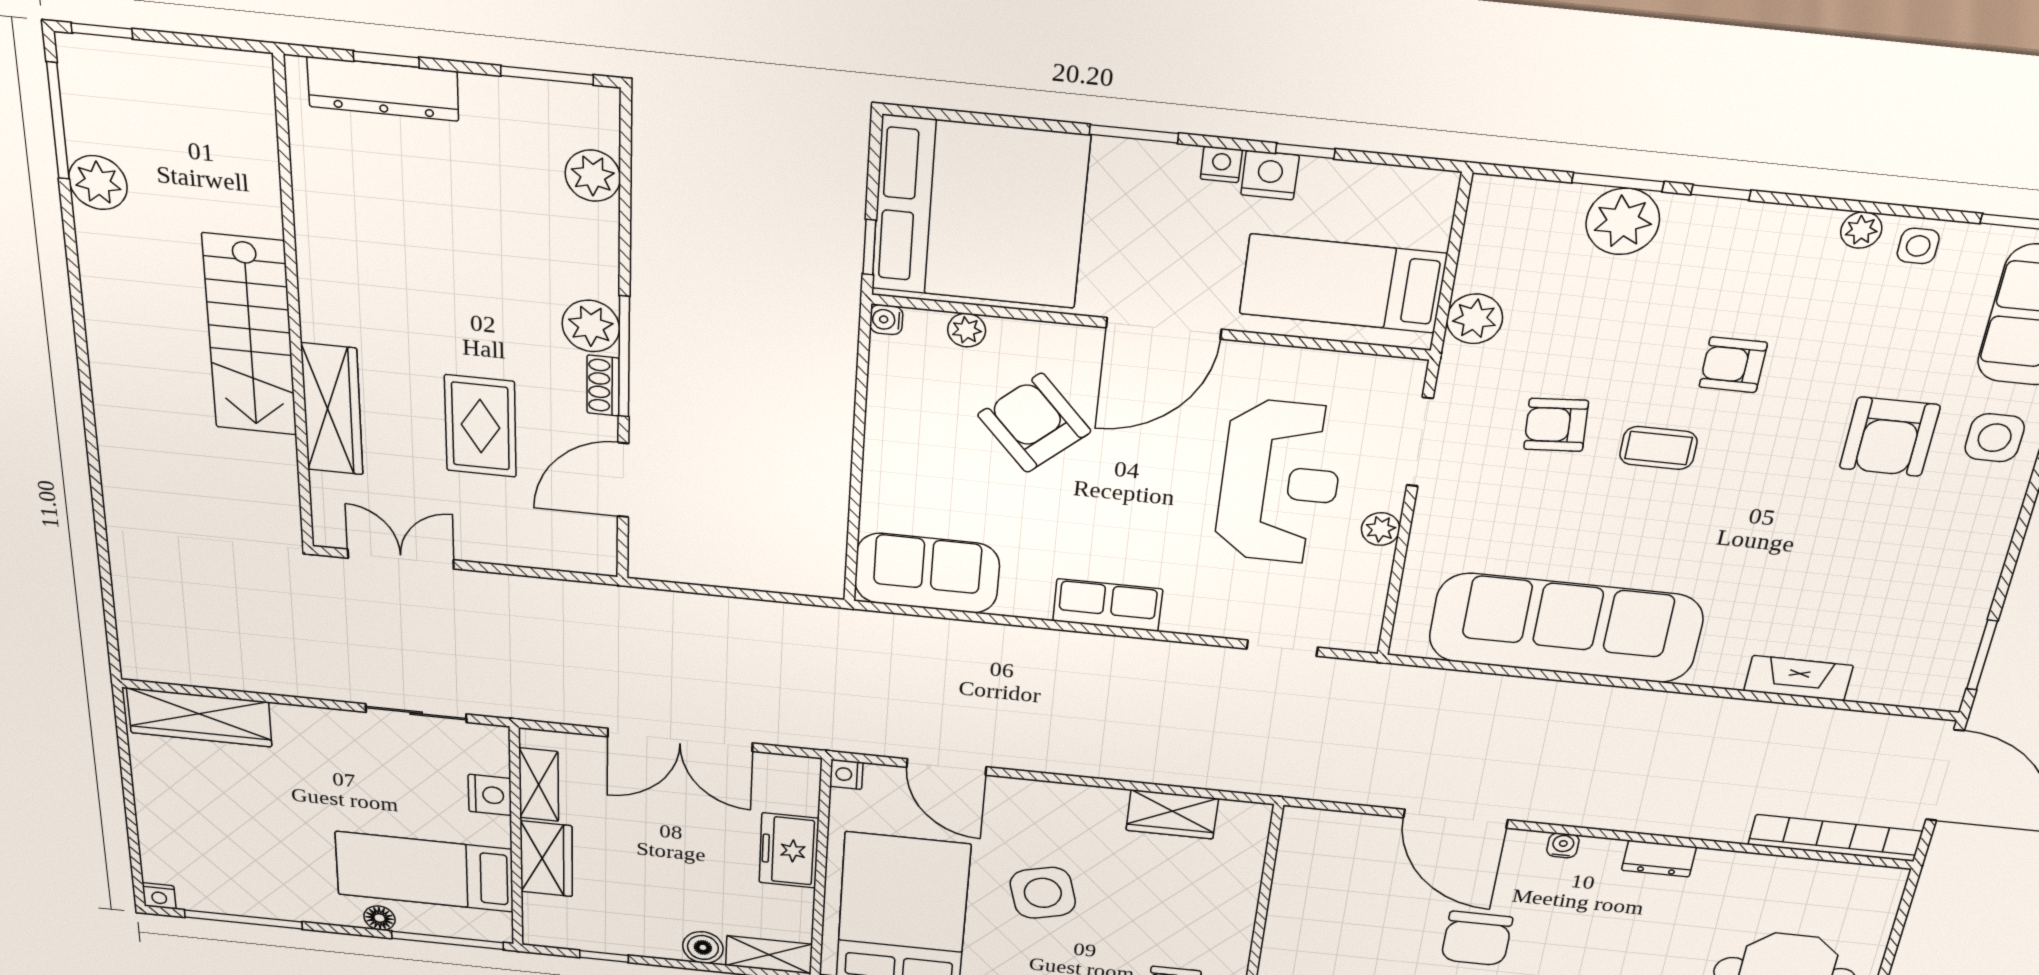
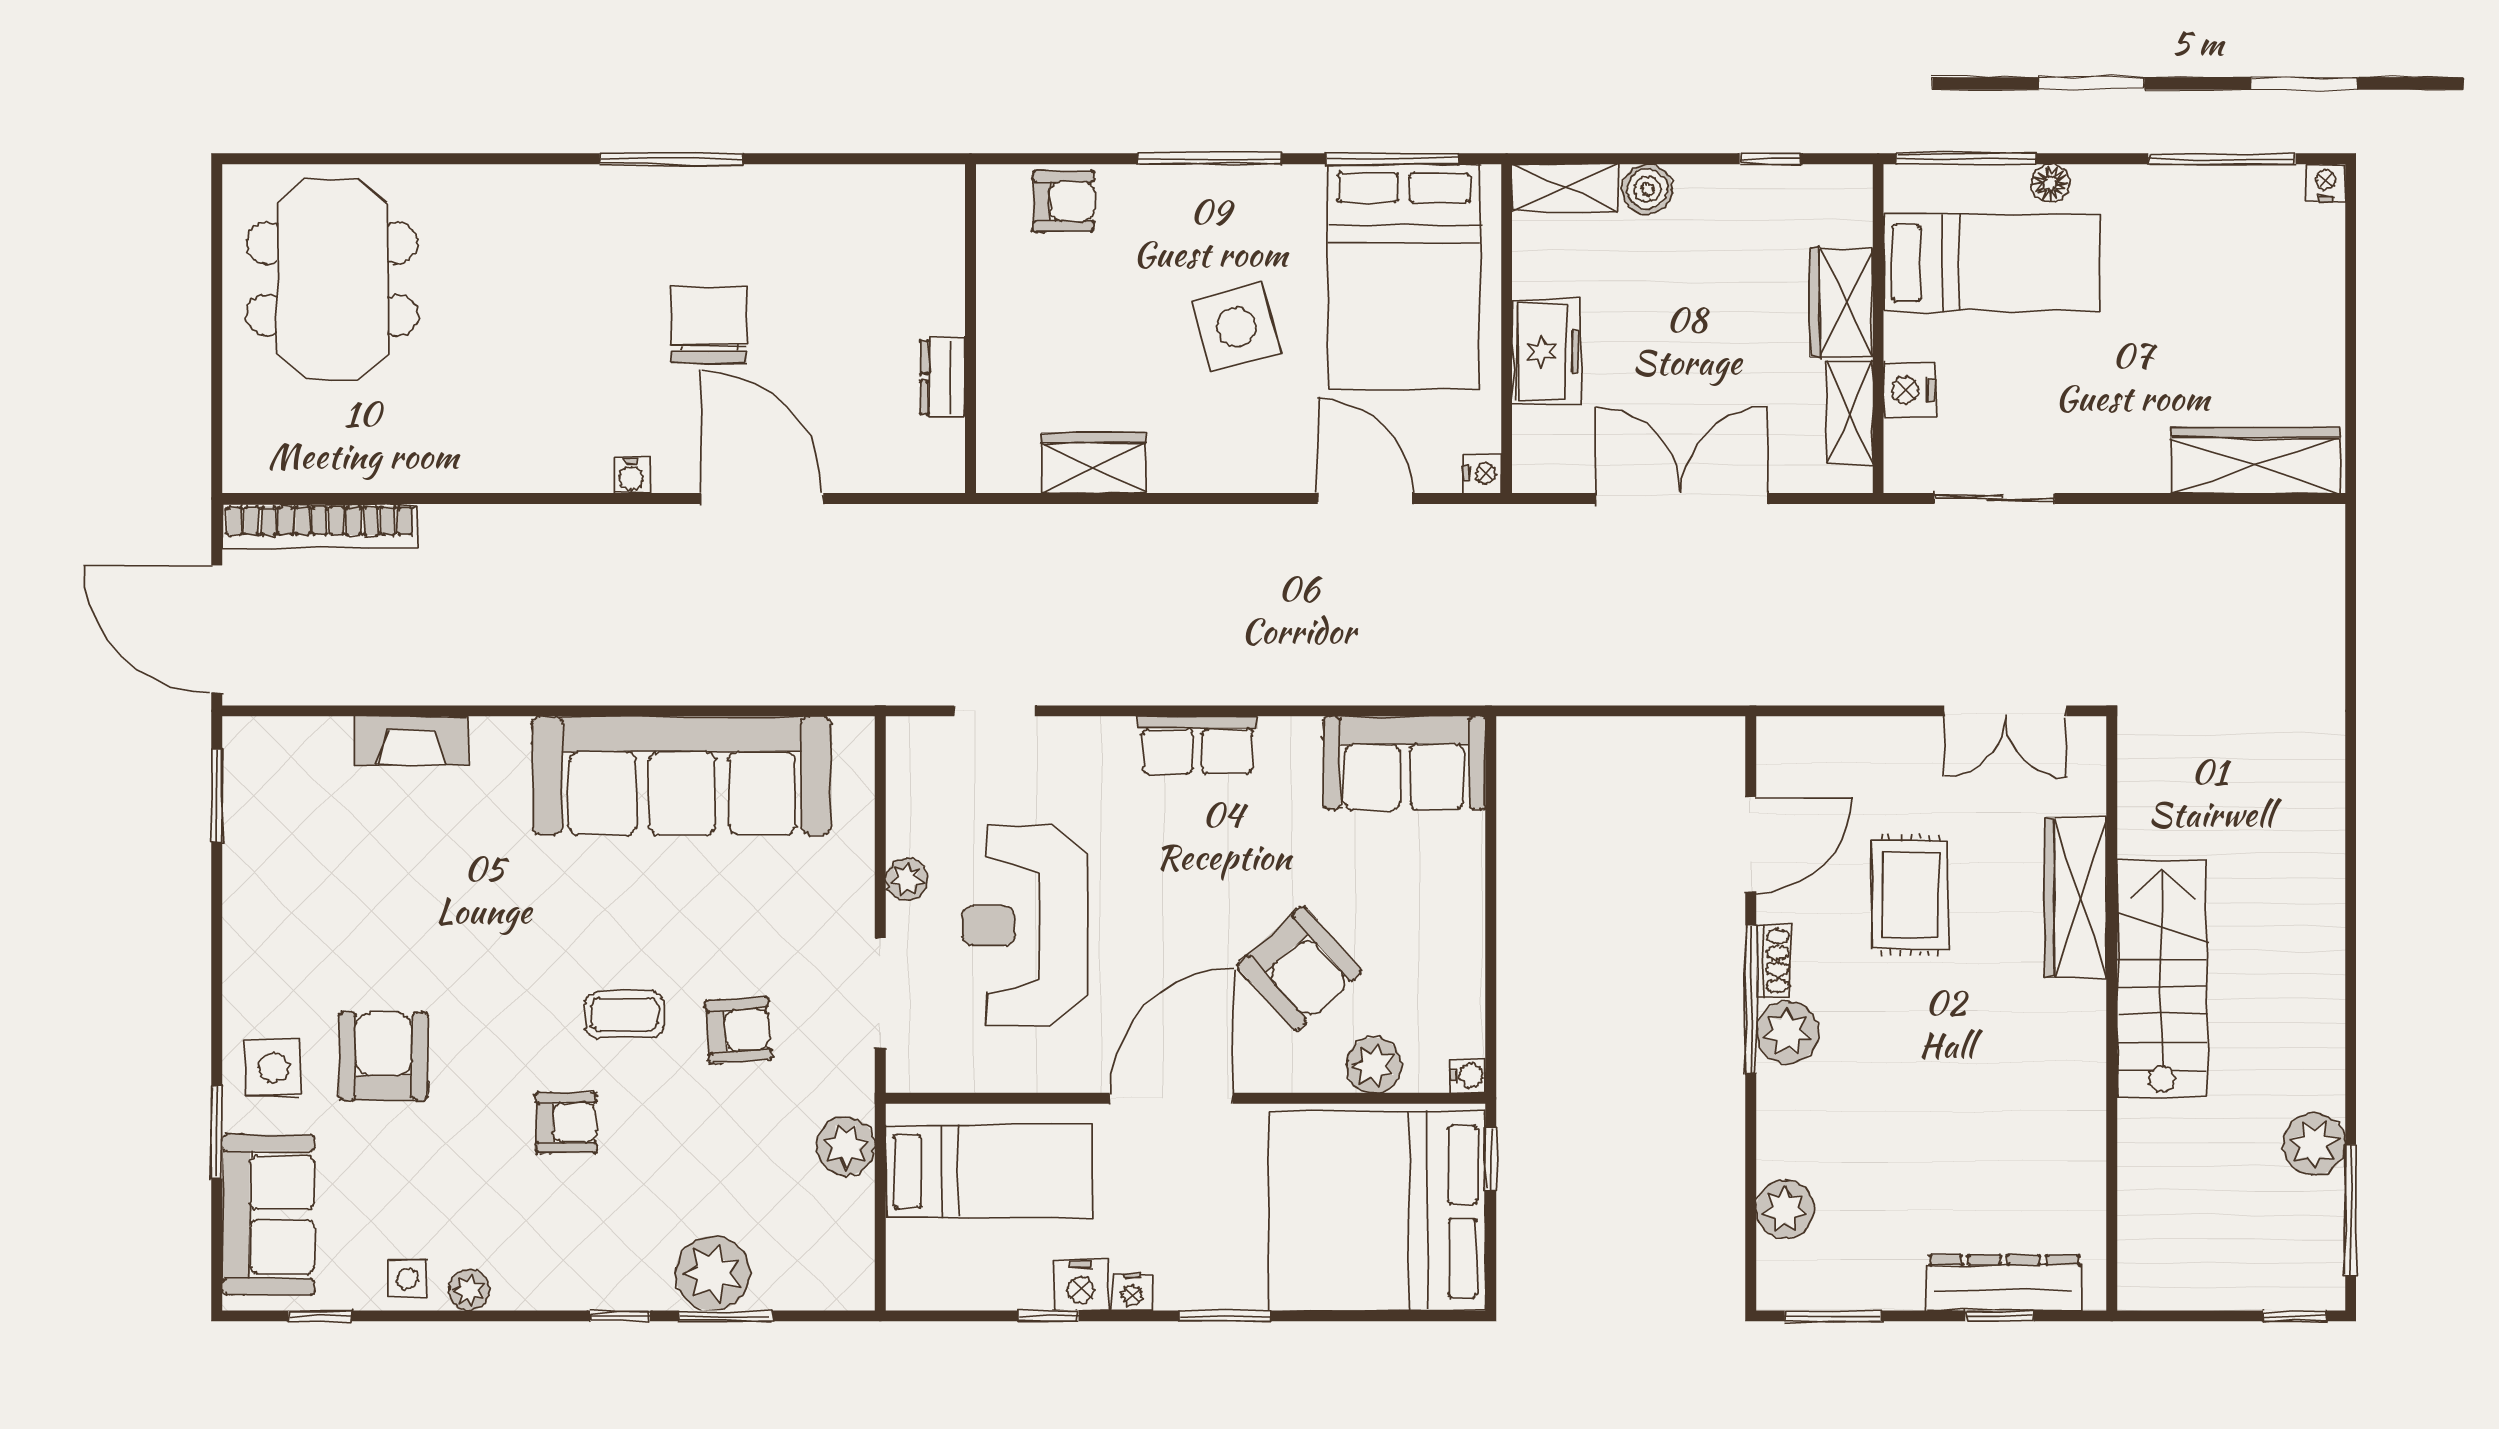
plant: (967, 330) -> (1374, 1065), width x1.38, depth x1.38
dresser: (1659, 859) -> (943, 377), moved, turned -90

